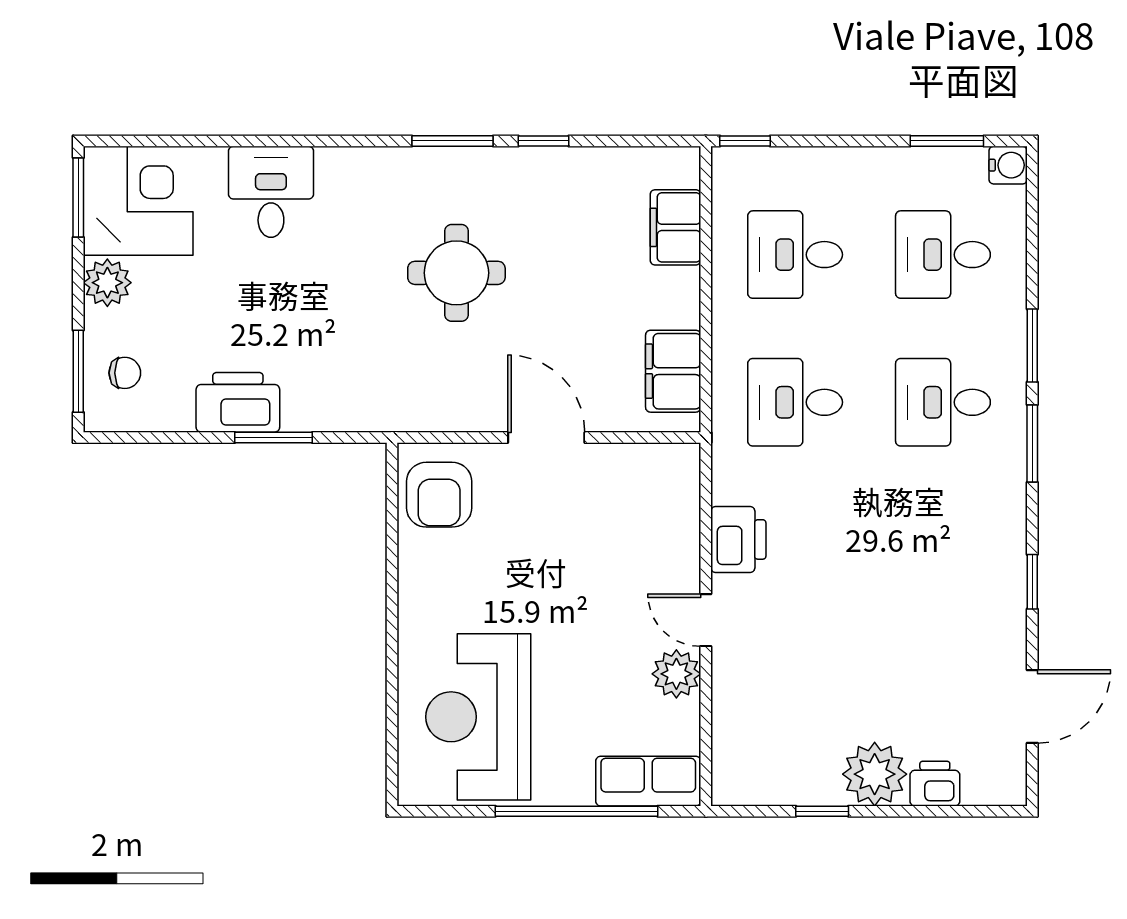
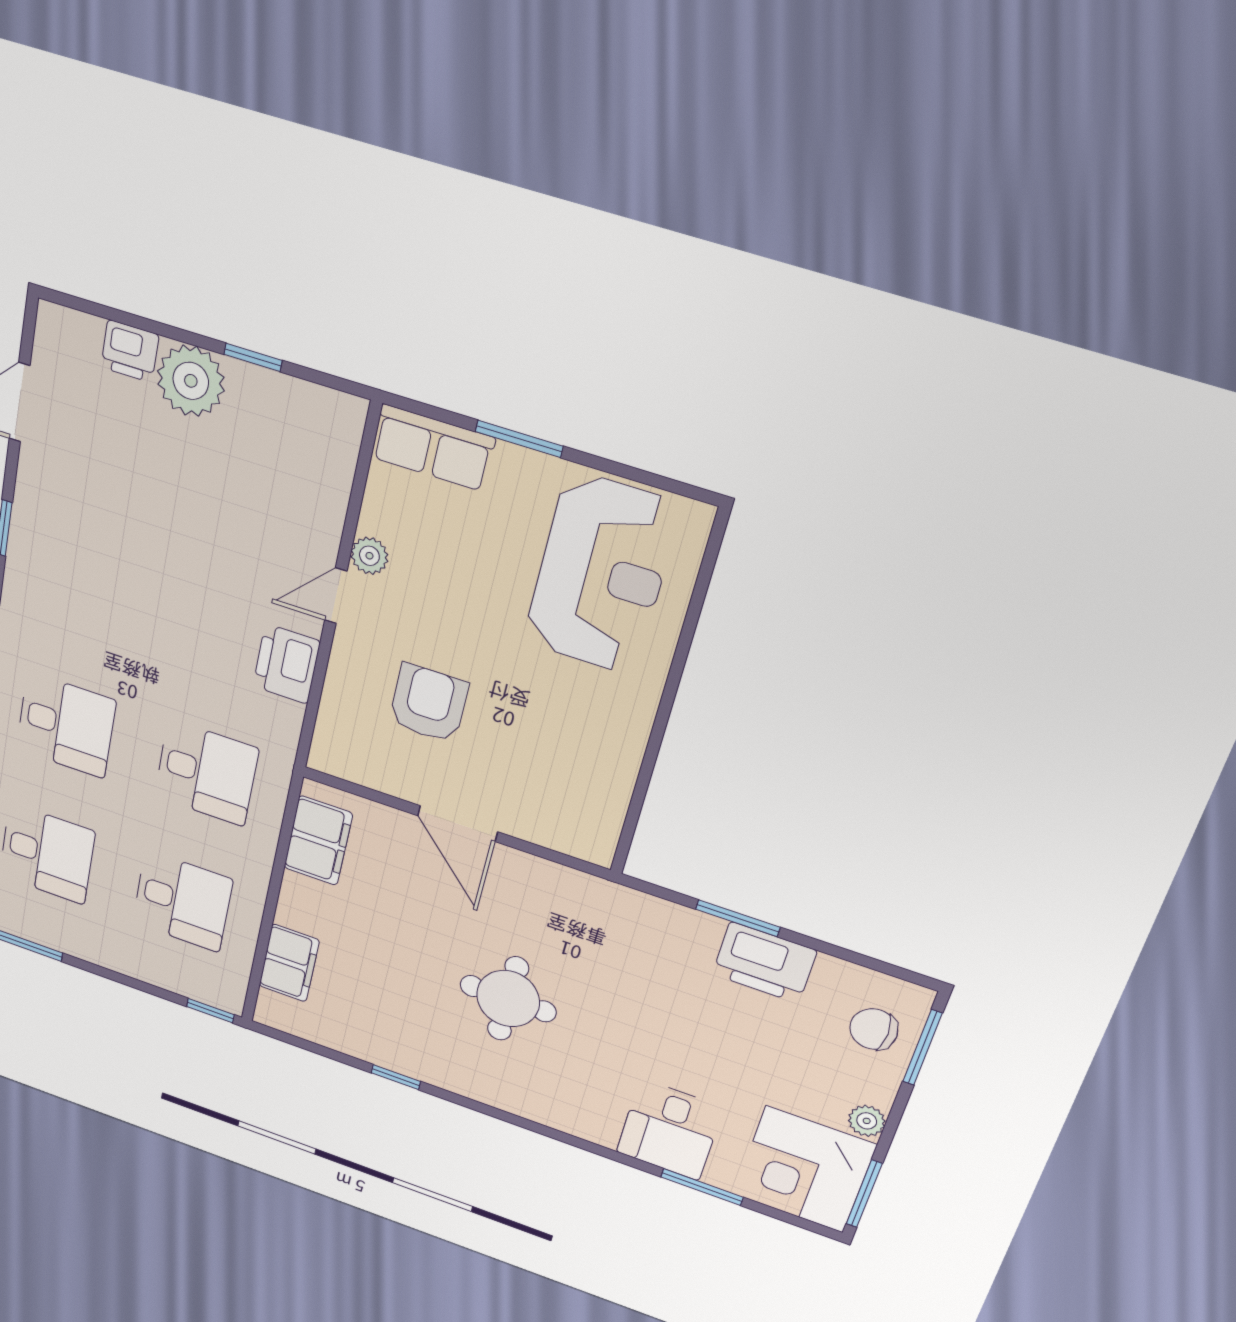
window: (452, 141) -> (702, 1187), moved
plant: (107, 283) -> (867, 1121), width x0.73, depth x0.73
chair: (125, 373) -> (874, 1029), width x1.37, depth x1.37
armchair: (439, 495) -> (428, 703), moved
door: (706, 620) -> (336, 596), swing flipped
plant: (676, 674) -> (369, 556), width x0.73, depth x0.73
window: (577, 811) -> (519, 439), width x0.47

